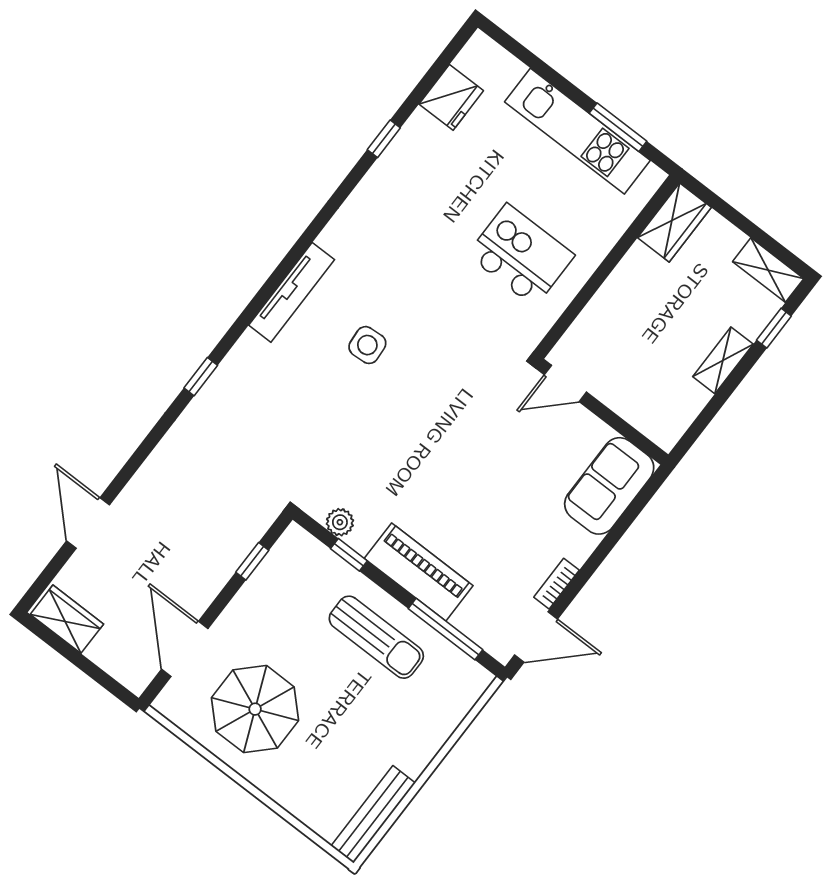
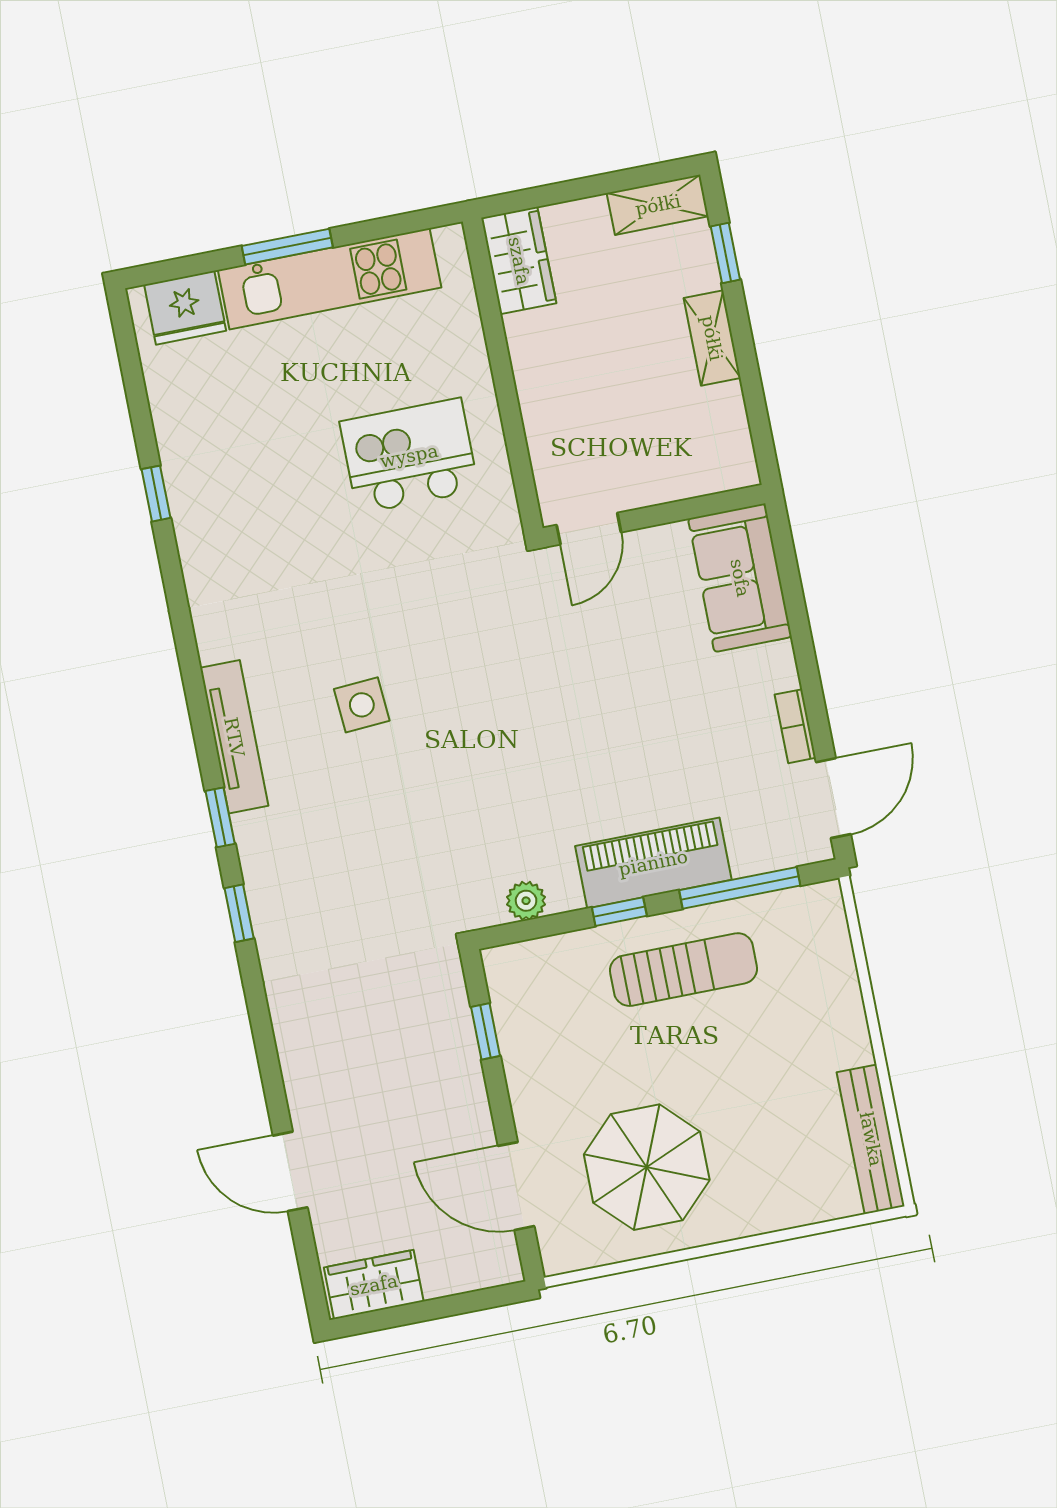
fridge: (451, 97) -> (185, 308), moved, turned 90
window: (618, 127) -> (287, 247), moved
window: (243, 322) -> (220, 817), added
window: (349, 555) -> (619, 912), moved

